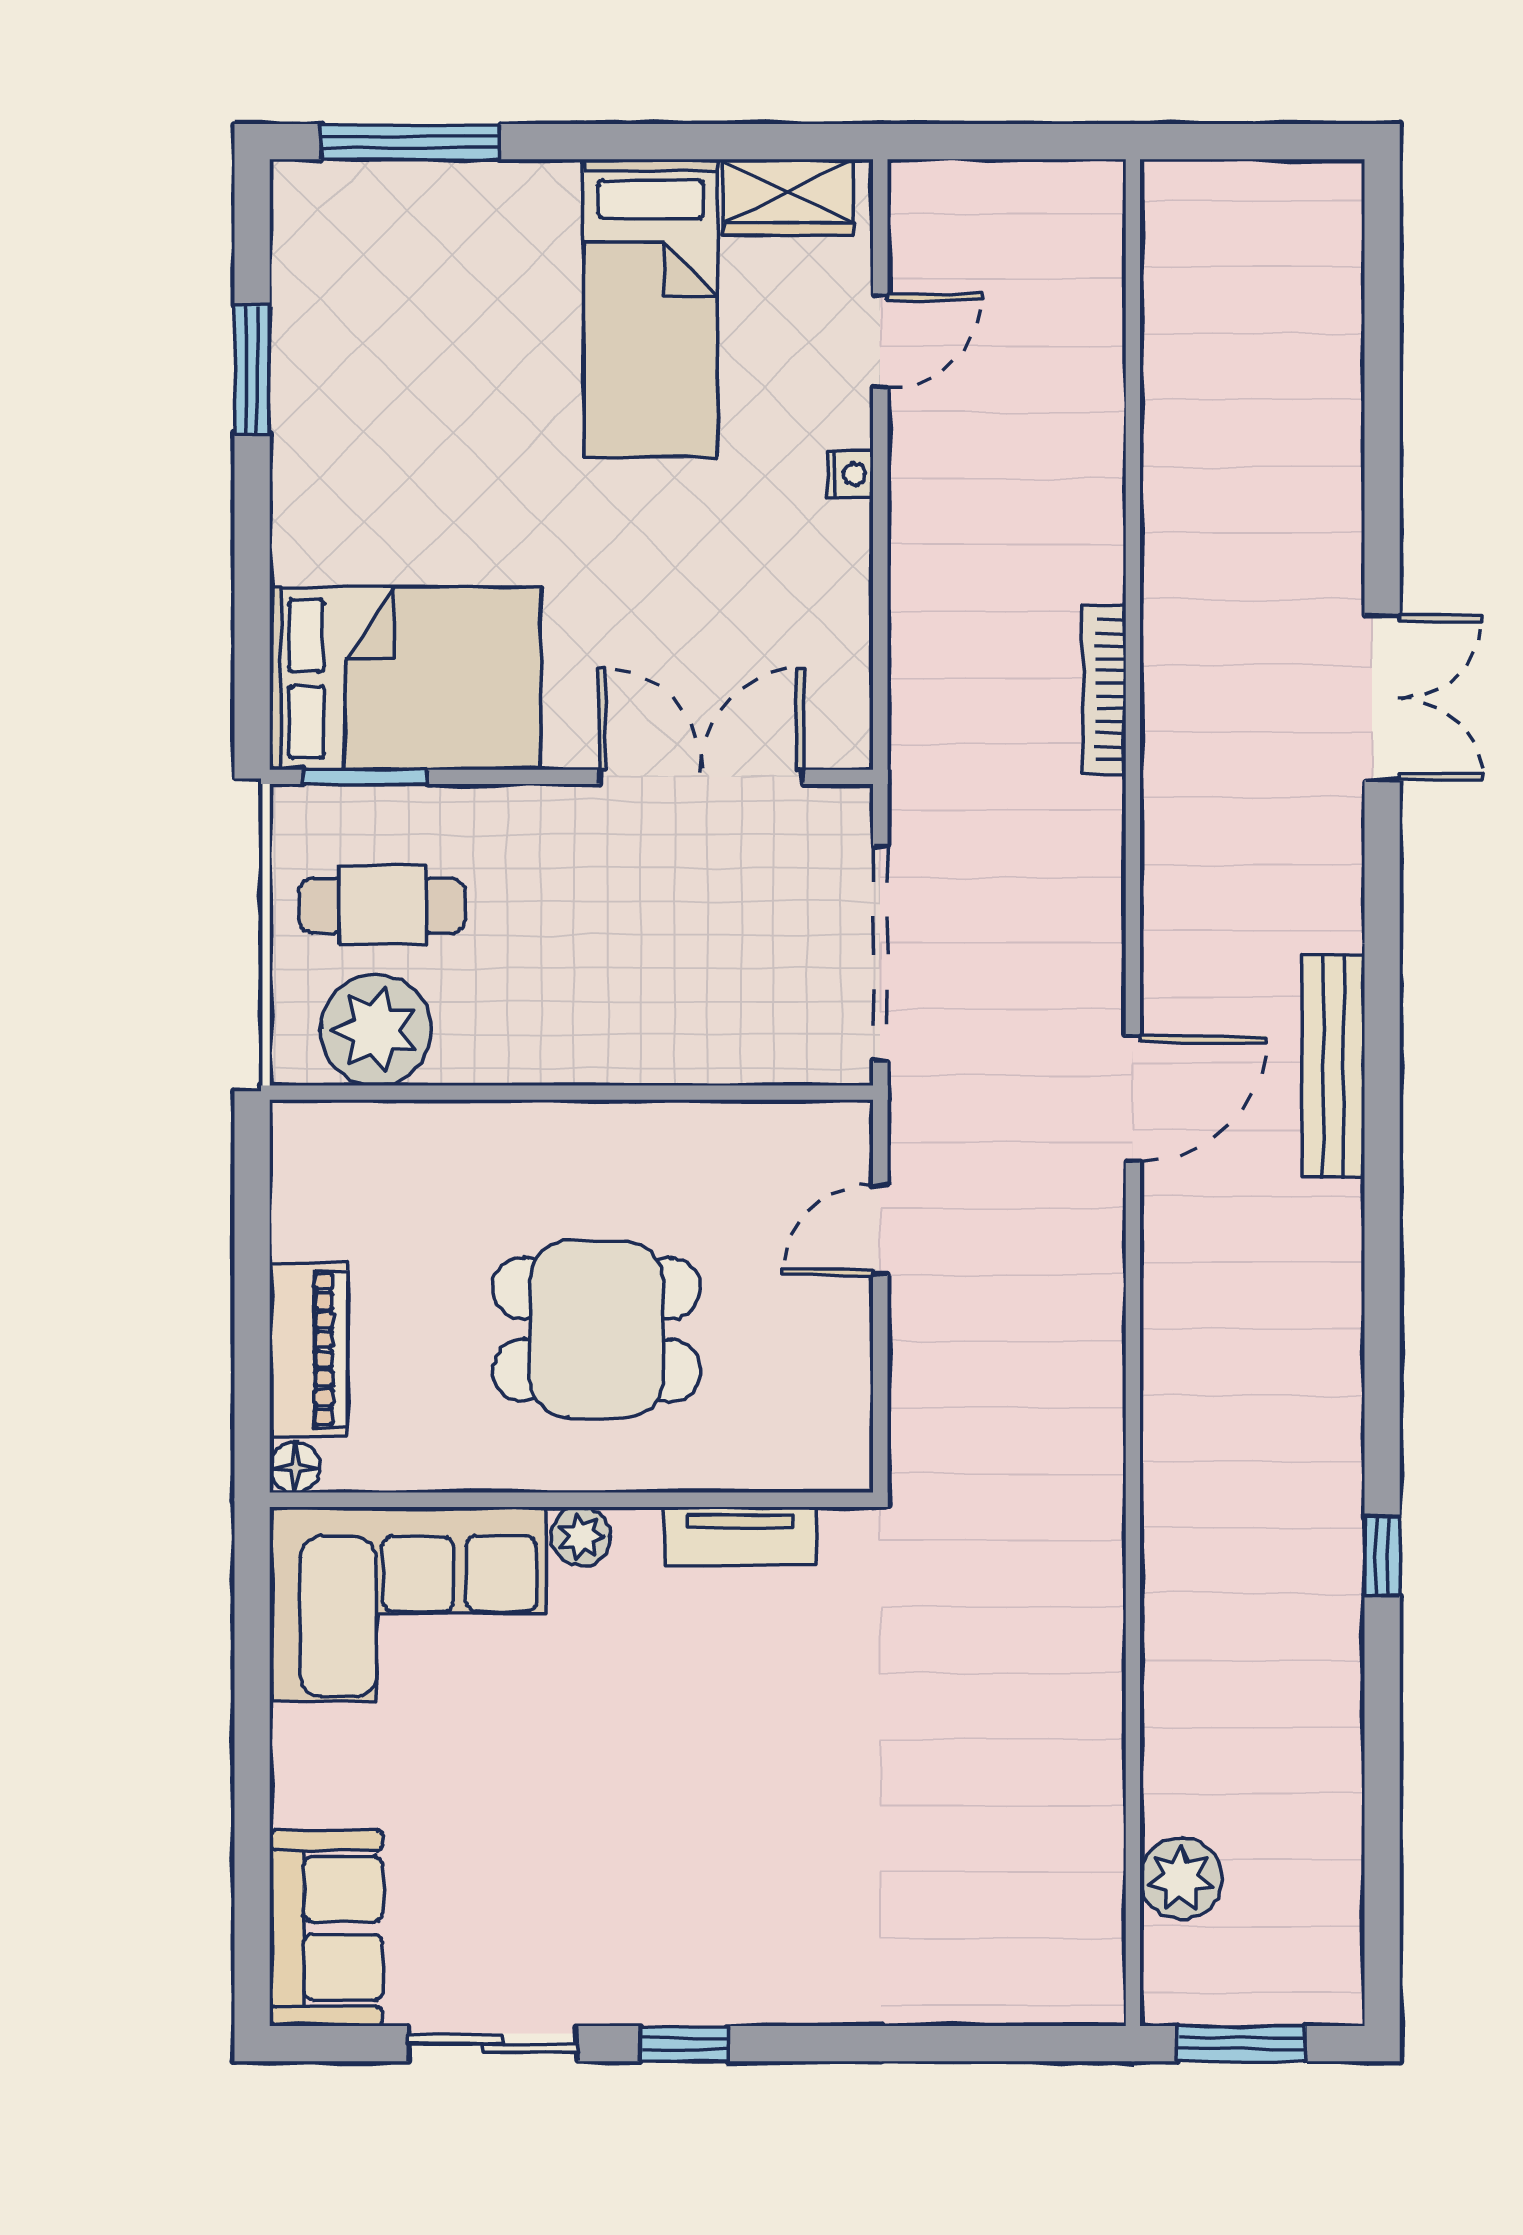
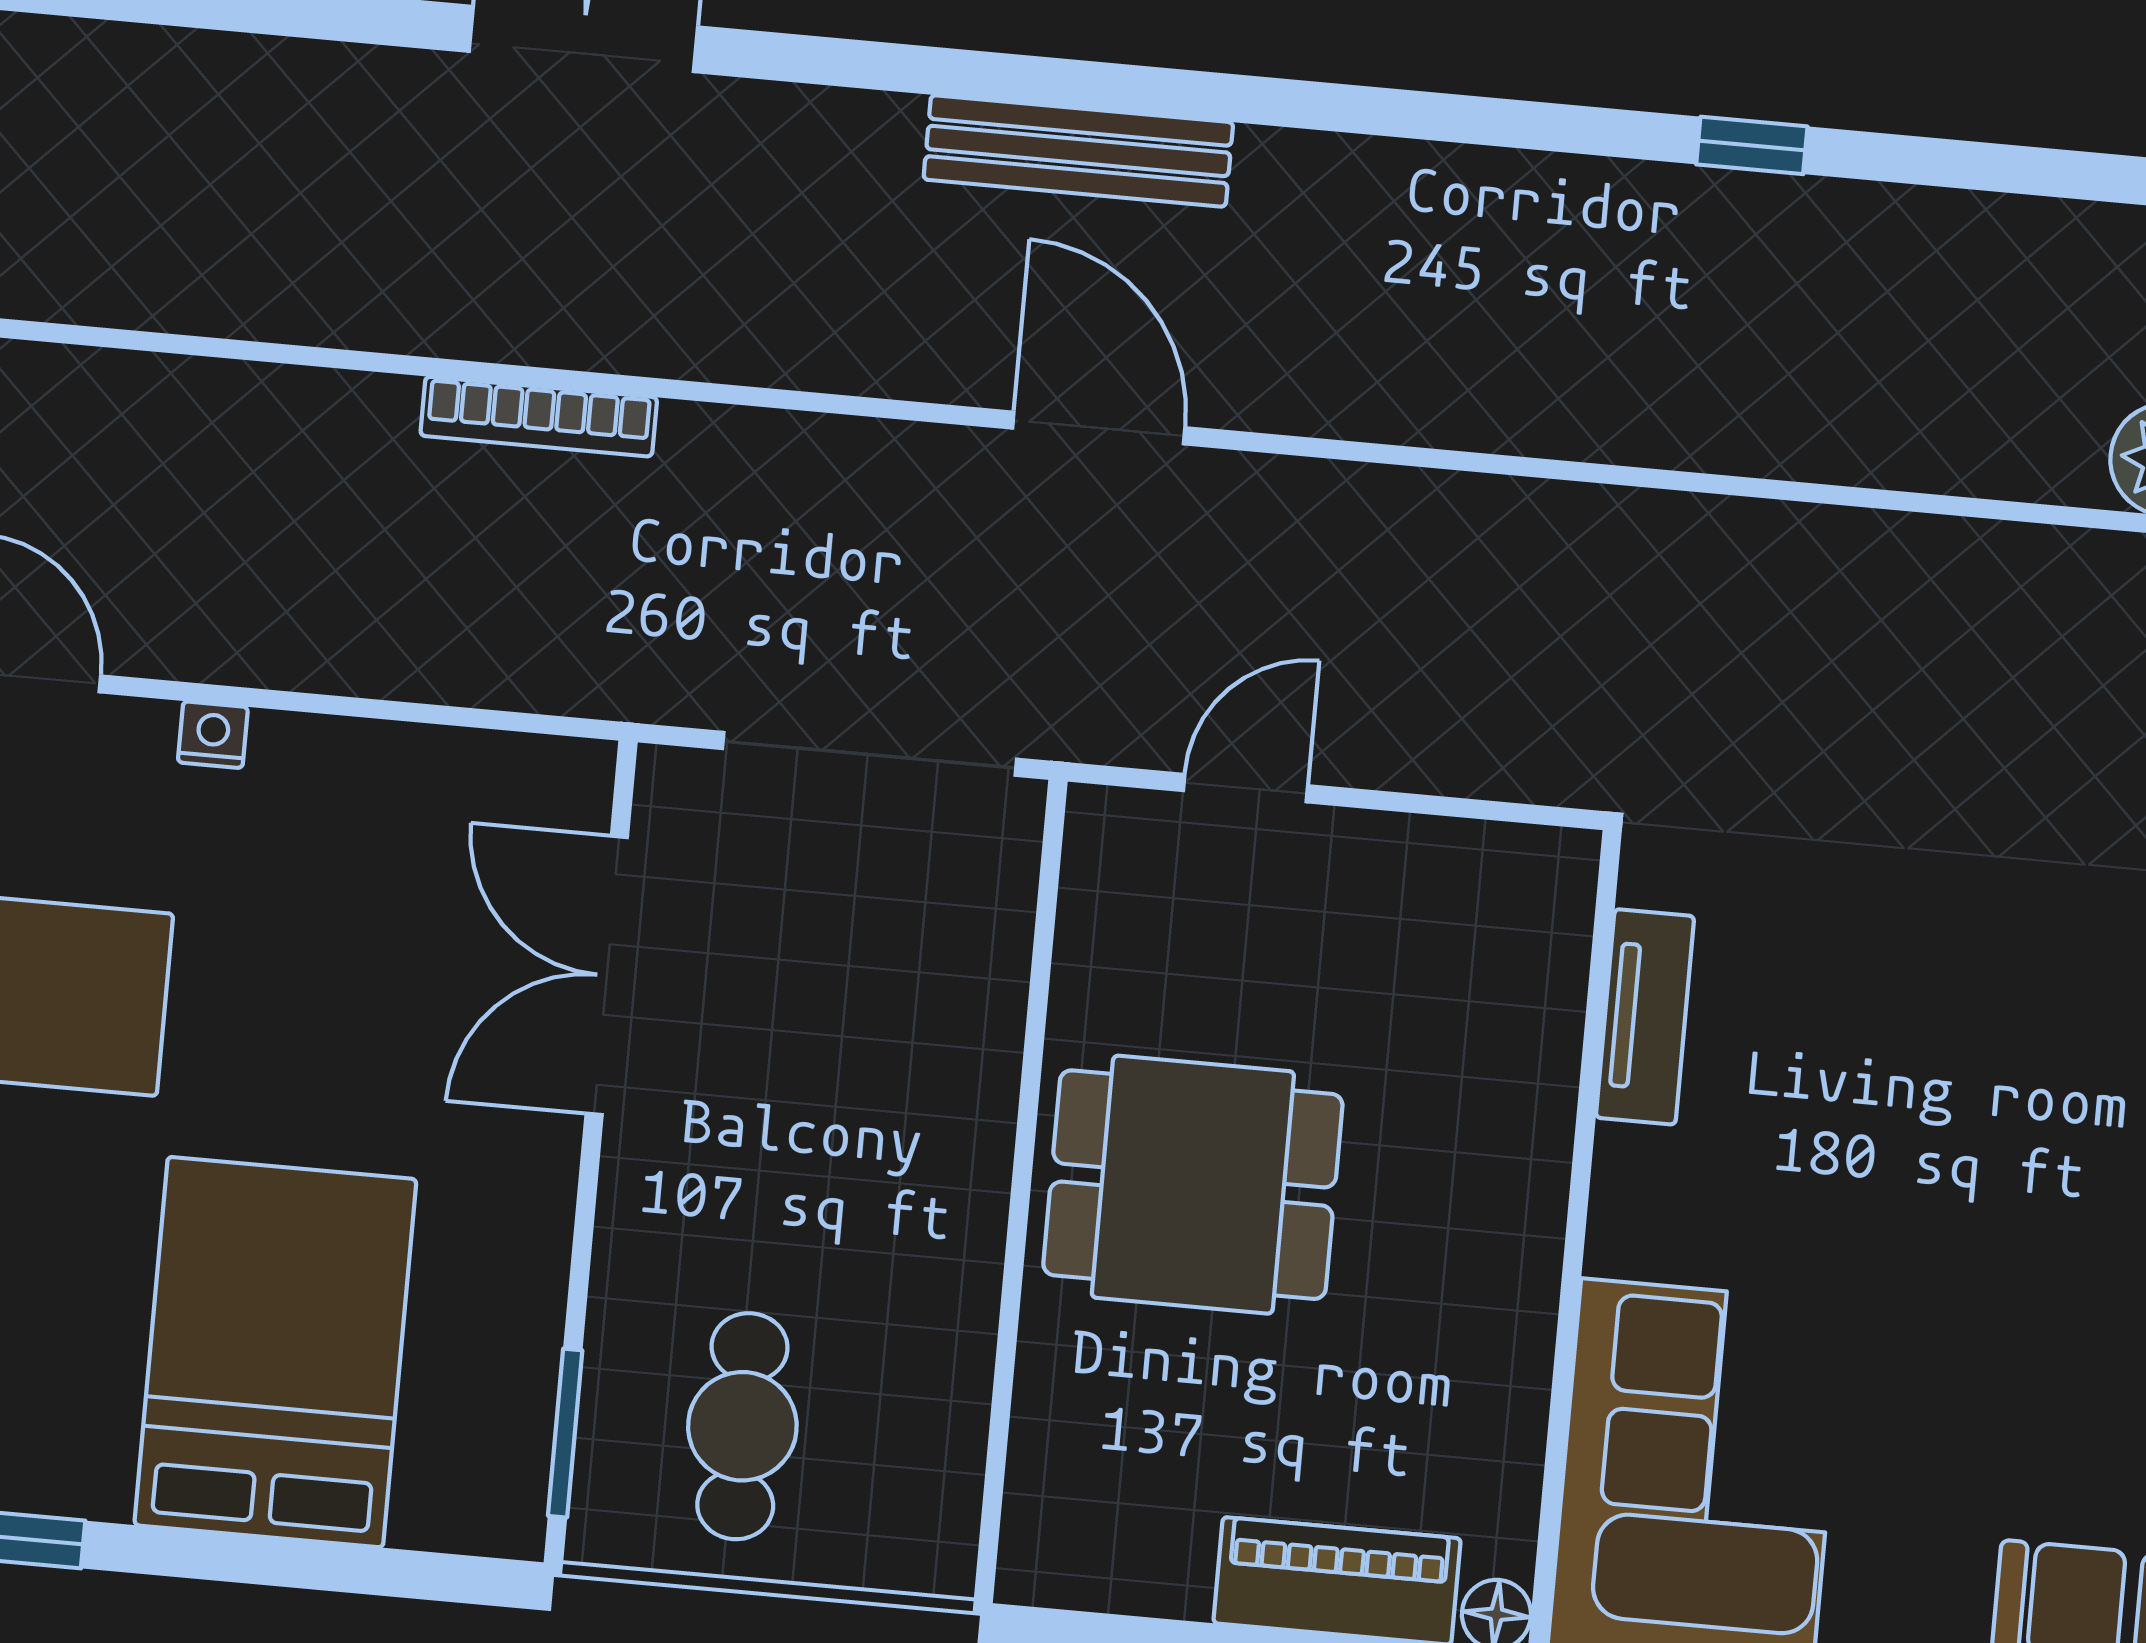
bed: (405, 678) -> (275, 1352), moved
plant: (376, 1030) -> (911, 1450), removed
door: (880, 1230) -> (1245, 788), swing flipped
dining table: (596, 1329) -> (1193, 1185), moved, turned 90
plant: (581, 1536) -> (1626, 1234), removed

